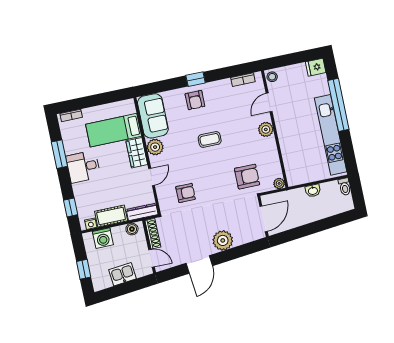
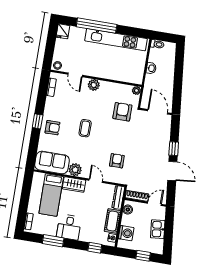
plant: (223, 240) -> (162, 147), removed
window: (227, 256) -> (174, 149), added

